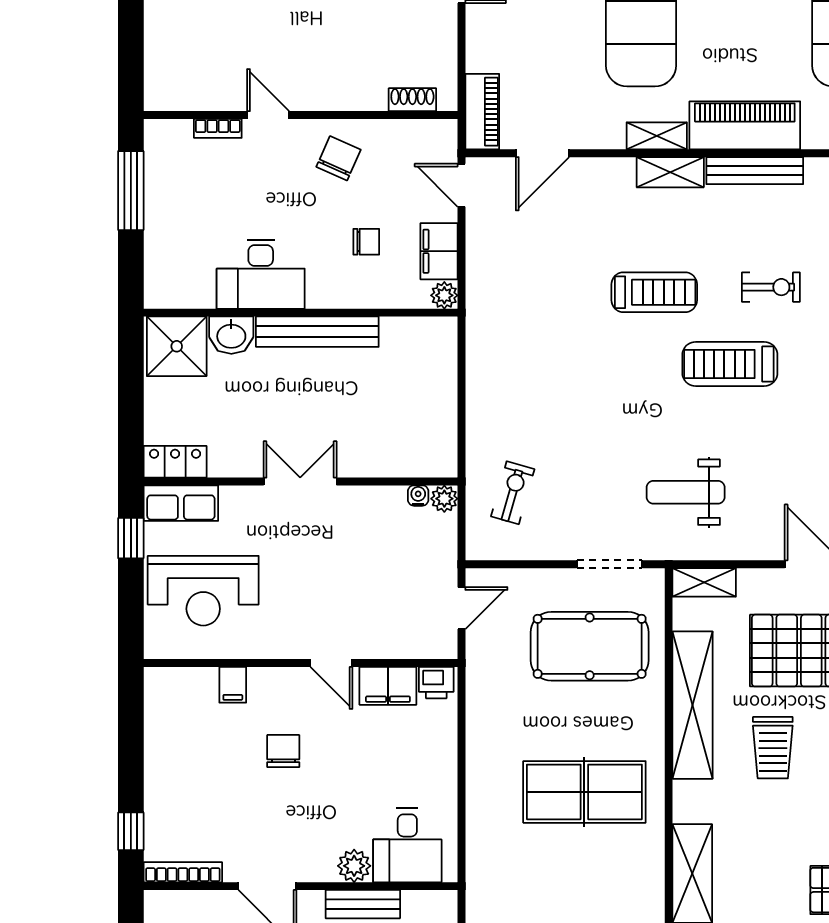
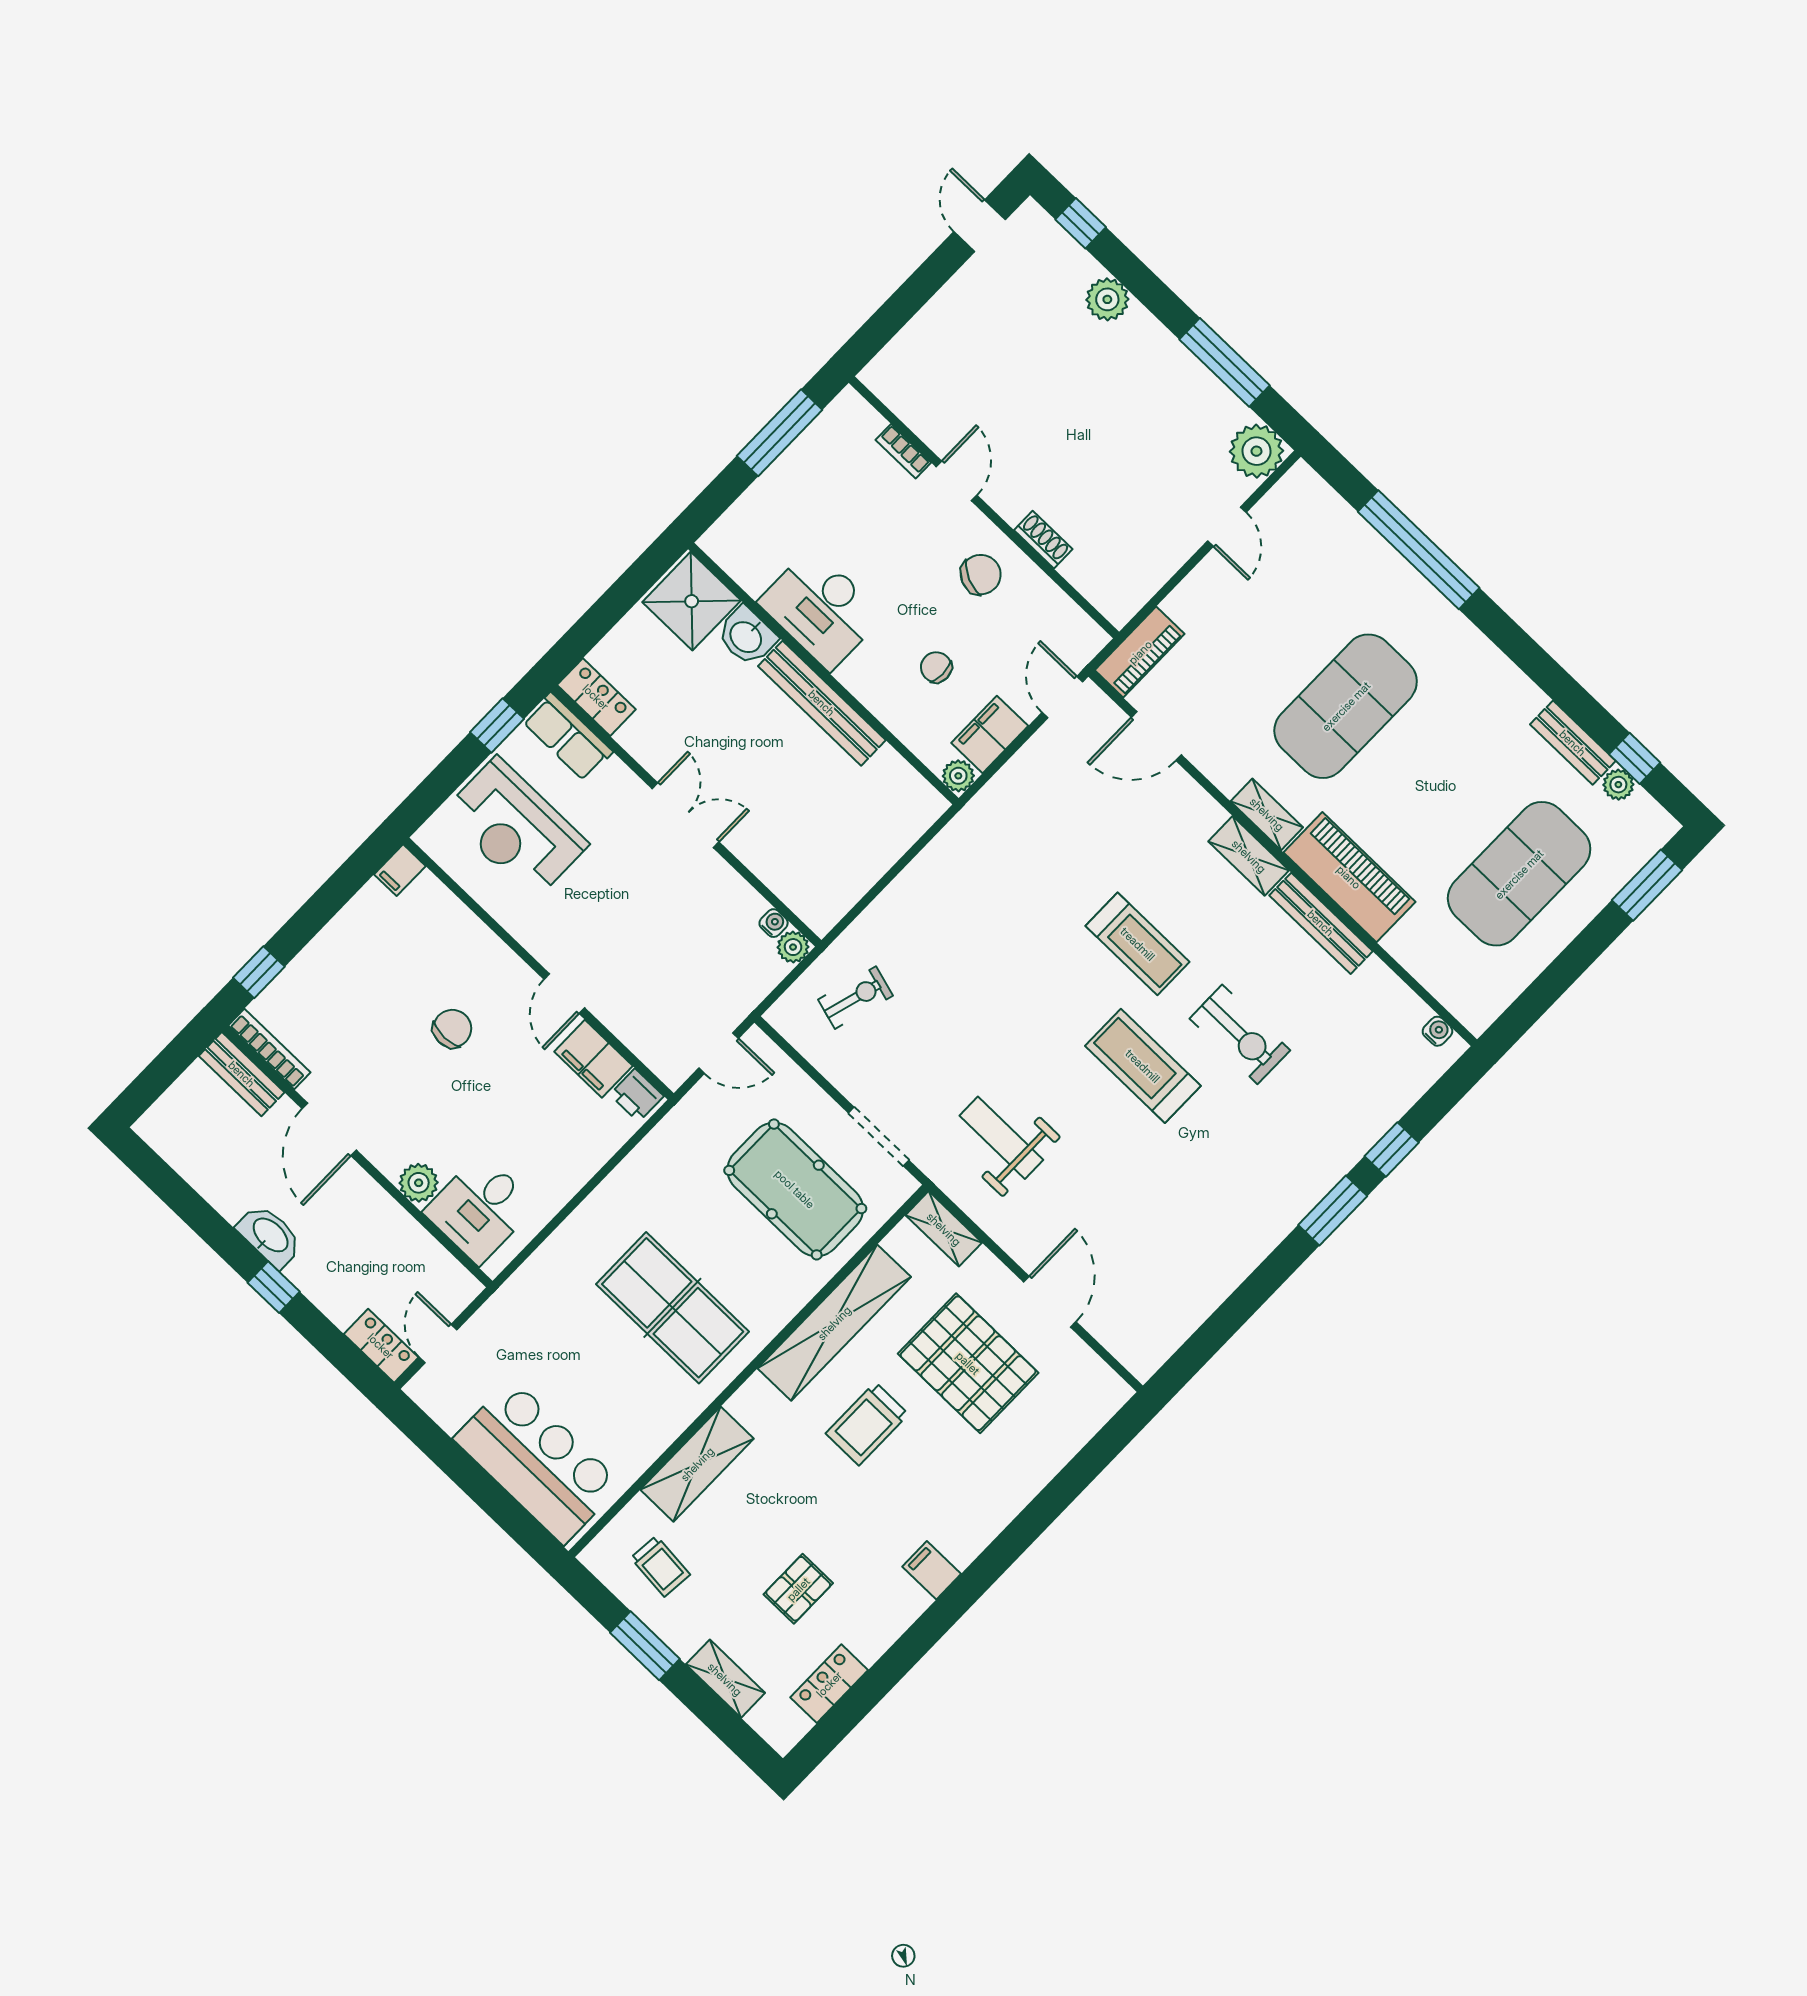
shoe rack: (412, 100) -> (1043, 540), moved
chair: (366, 242) -> (936, 667), turned 180
exercise bike: (771, 287) -> (1240, 1034), width x1.38, depth x1.39
filing cabinet: (233, 685) -> (400, 870), moved
bench: (363, 904) -> (242, 1074), moved

